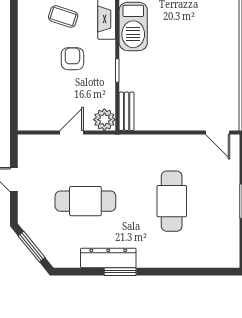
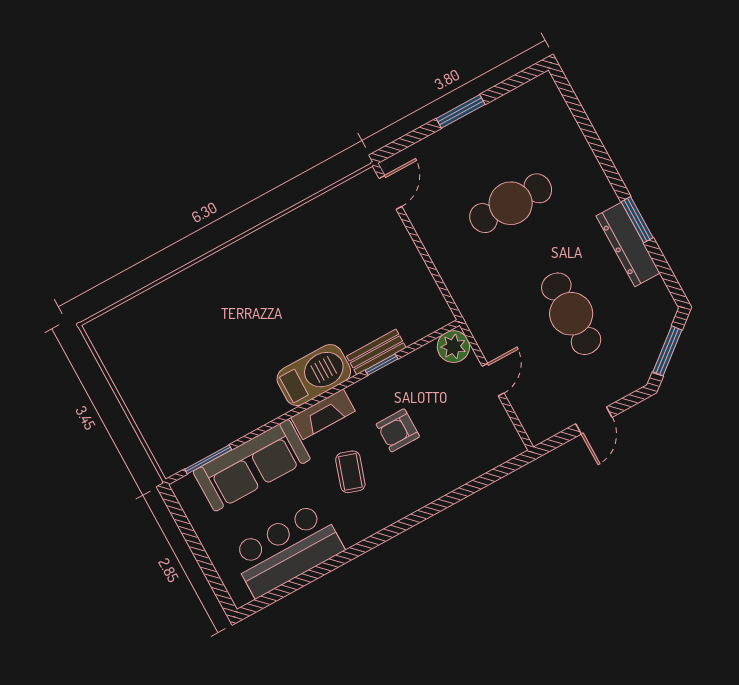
bench: (127, 111) -> (376, 352), moved
door: (72, 132) -> (493, 380), swing flipped

